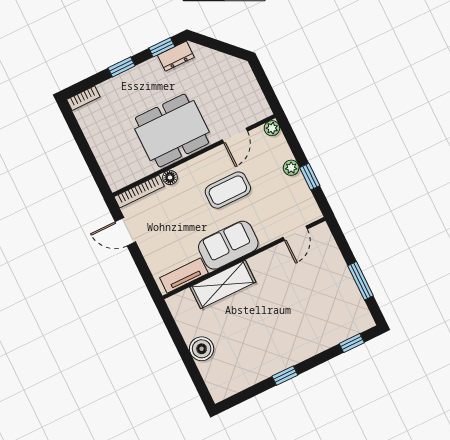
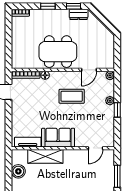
door: (295, 233) -> (95, 148), moved
sofa: (228, 245) -> (58, 138), moved
wall: (244, 258) -> (63, 148), moved
tv unit: (184, 275) -> (28, 142), moved
shelving: (223, 284) -> (45, 156), moved

